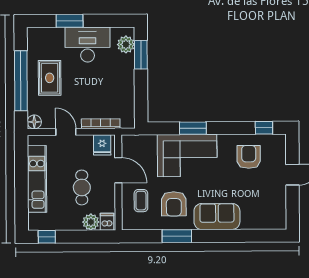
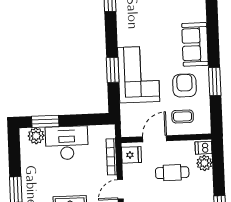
desk: (88, 45) -> (67, 143), moved, turned 90
armchair: (249, 157) -> (138, 16), removed
armchair: (174, 204) -> (185, 85), turned -90

